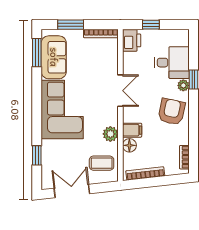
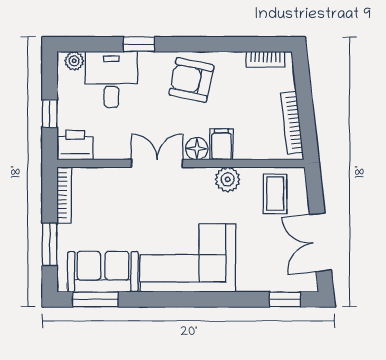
plant: (183, 85) -> (74, 61), moved
floor lamp: (129, 145) -> (197, 149), moved
window: (37, 155) -> (285, 299), moved

